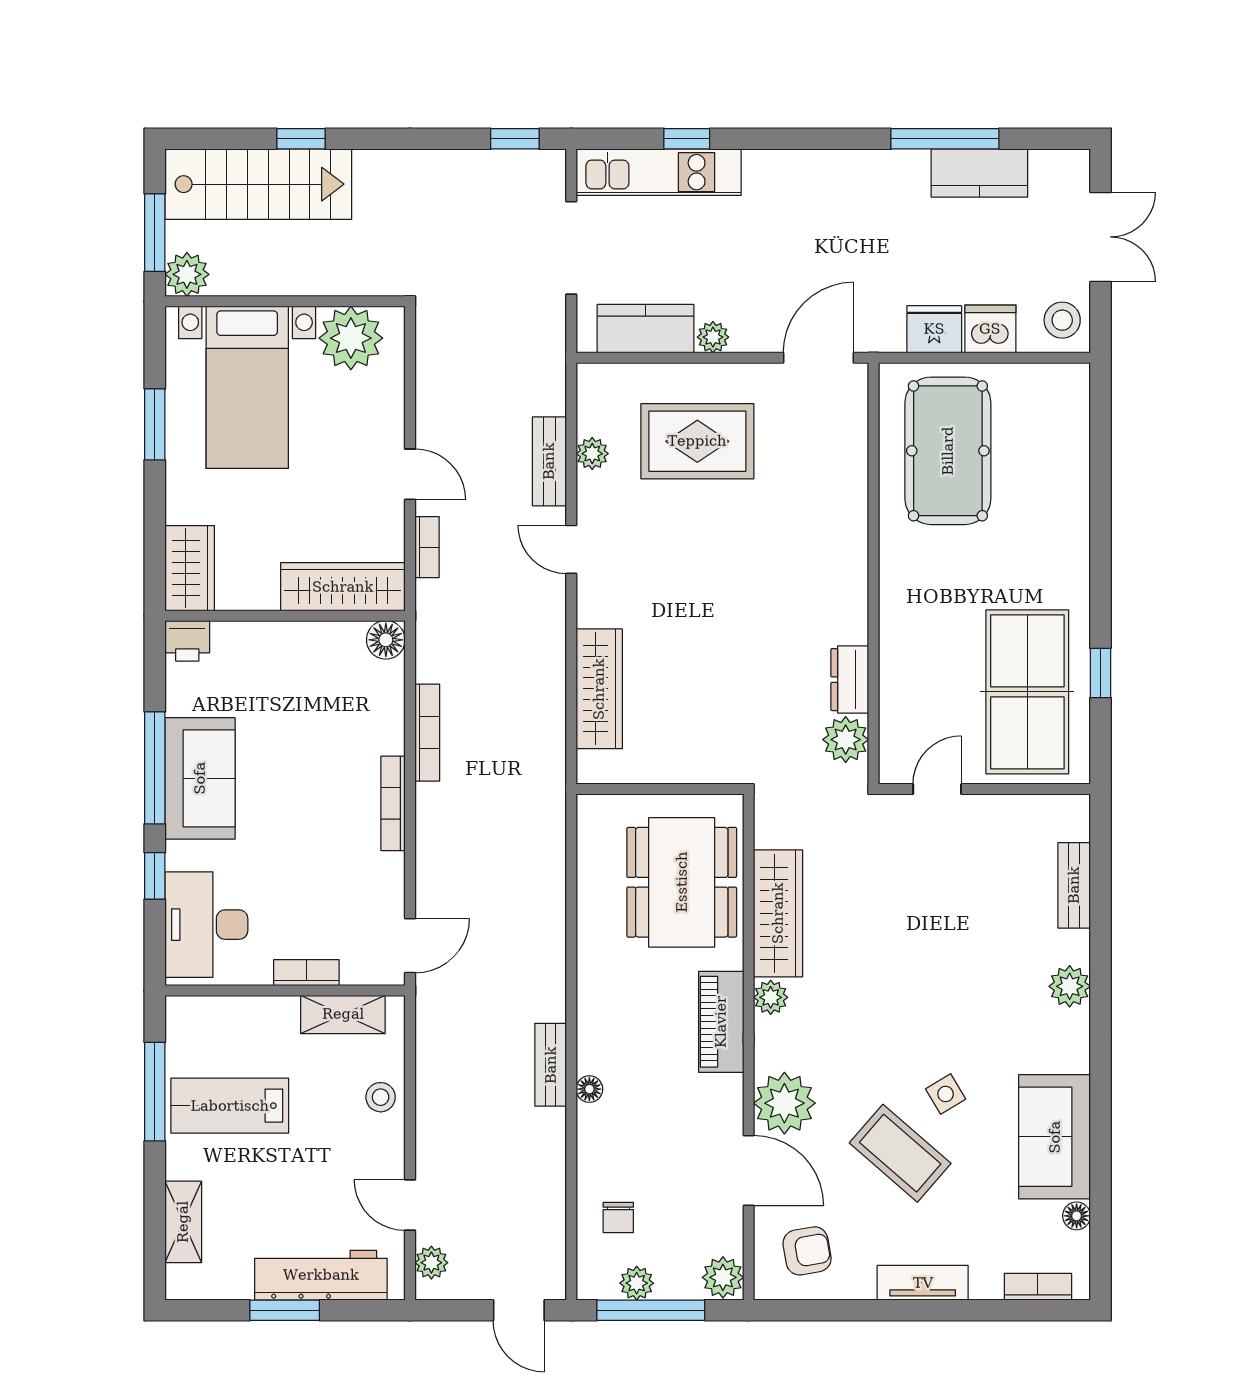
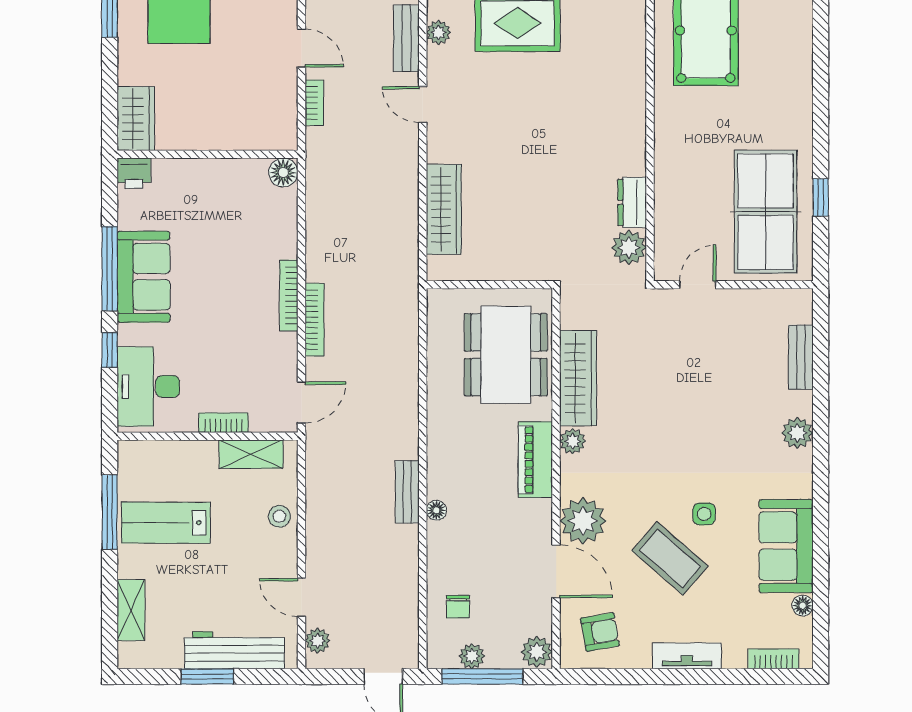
wardrobe: (343, 587) -> (251, 133), removed
bookcase: (427, 733) -> (314, 320), moved
side table: (946, 1094) -> (704, 514), turned 31

